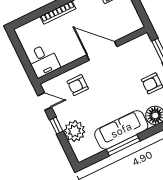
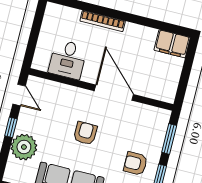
desk: (43, 61) -> (68, 59), moved
armchair: (78, 85) -> (85, 133), moved, turned 91

